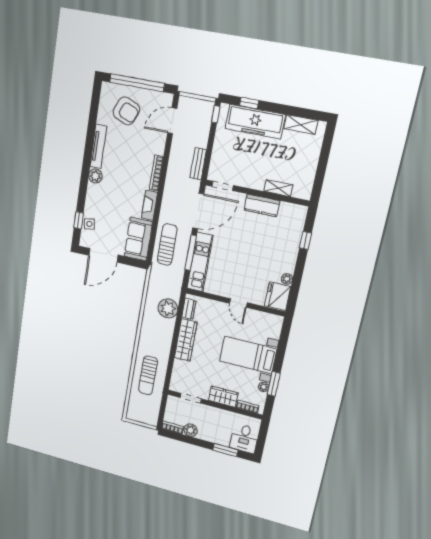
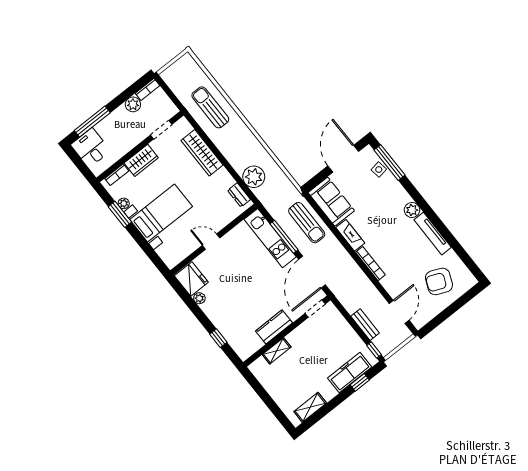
window: (137, 83) -> (452, 309), removed
freezer: (255, 122) -> (350, 373), width x0.73, depth x0.79
bench: (198, 164) -> (365, 325), moved
window: (79, 220) -> (390, 163), width x2.17
wardrobe: (186, 340) -> (202, 153), moved
window: (225, 450) -> (92, 122), width x1.44

